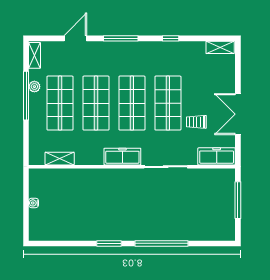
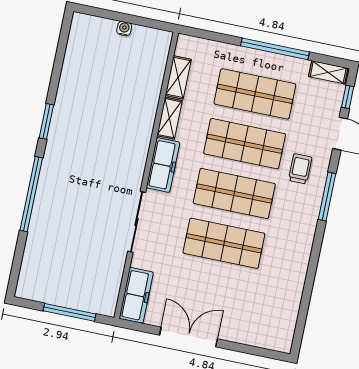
window: (171, 38) -> (348, 97), moved
shelving: (220, 47) -> (169, 118), moved
plant: (34, 87) -> (285, 63), removed
trolley: (196, 122) -> (300, 169), moved

